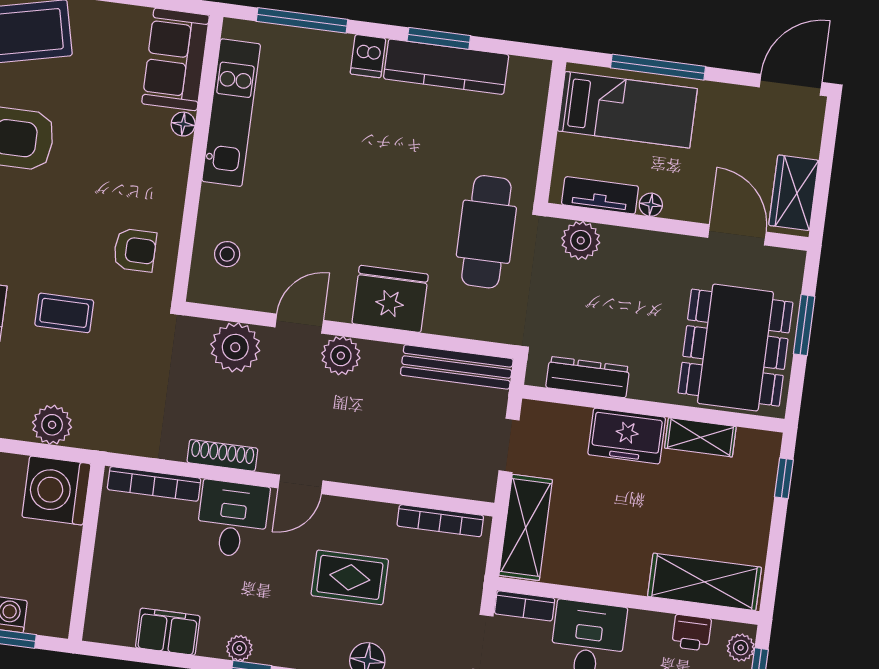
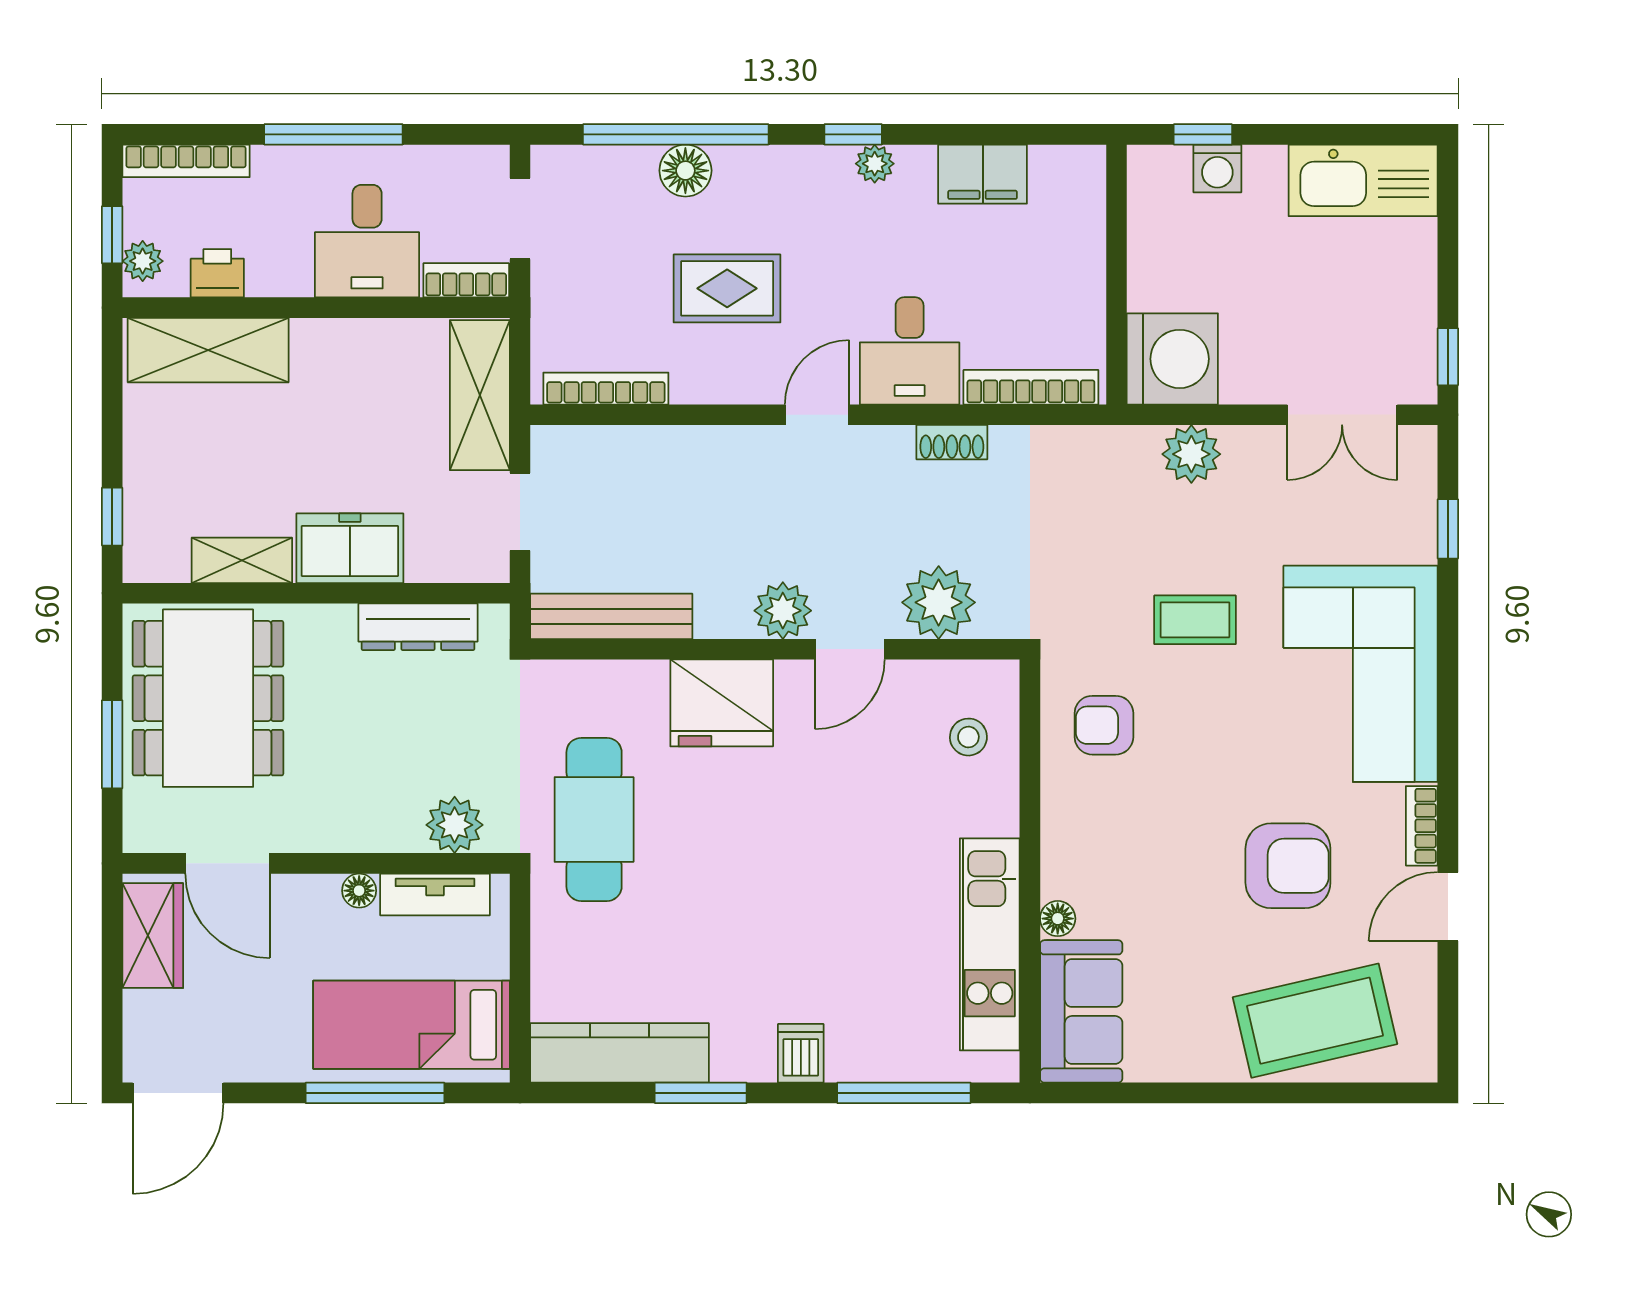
kitchen counter: (446, 67) -> (620, 1053), moved
shoe rack: (222, 455) -> (952, 442), width x0.70

